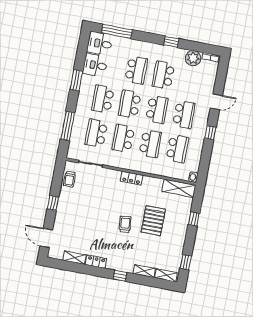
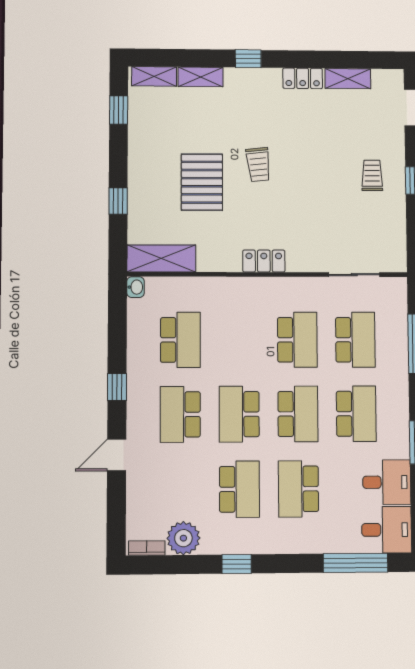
school desk: (150, 144) -> (239, 340), removed
school desk: (177, 149) -> (180, 340), turned 180
trolley: (69, 179) -> (372, 175), moved

